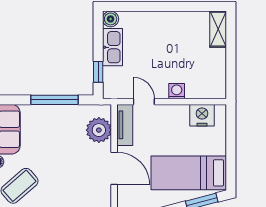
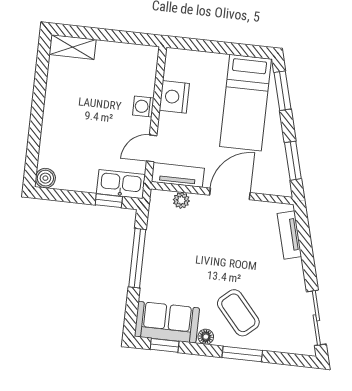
kitchen sink: (112, 47) -> (121, 184), moved
nightstand: (202, 115) -> (174, 97), moved
plant: (99, 130) -> (181, 200), width x0.53, depth x0.53

